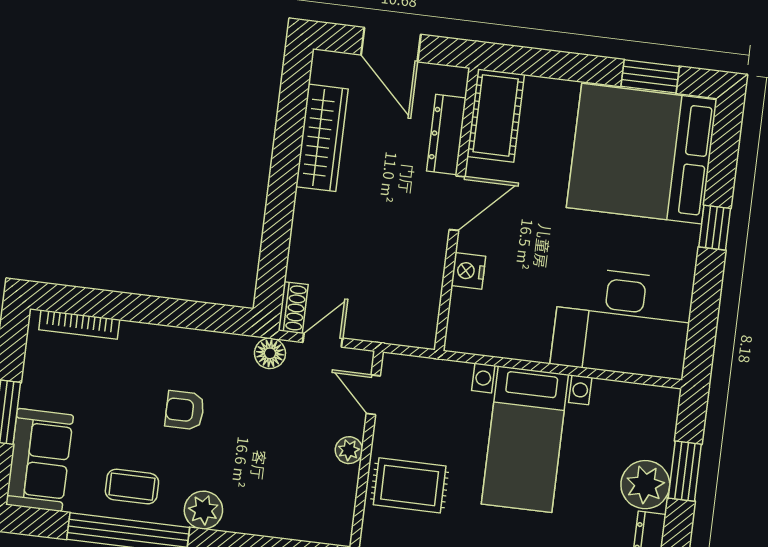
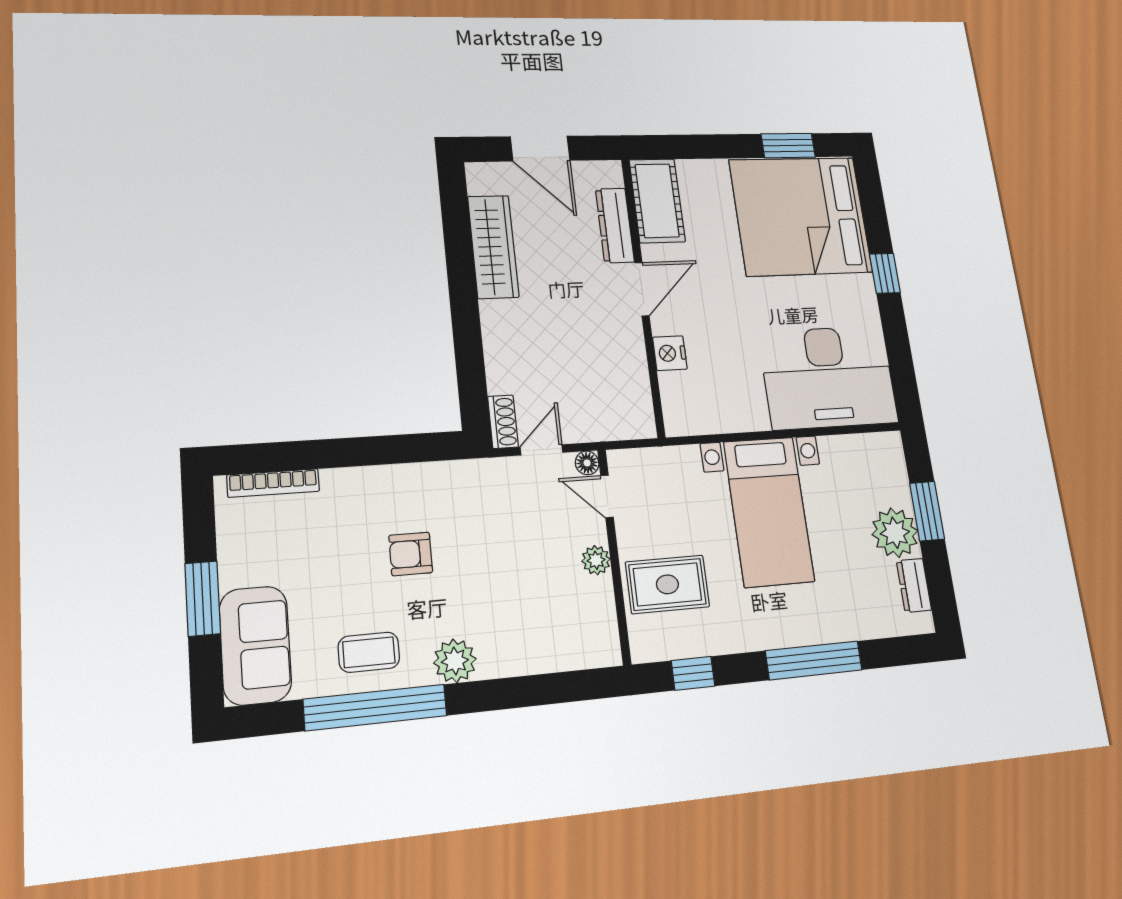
floor lamp: (270, 353) -> (587, 463), moved, width x0.73, depth x0.73

